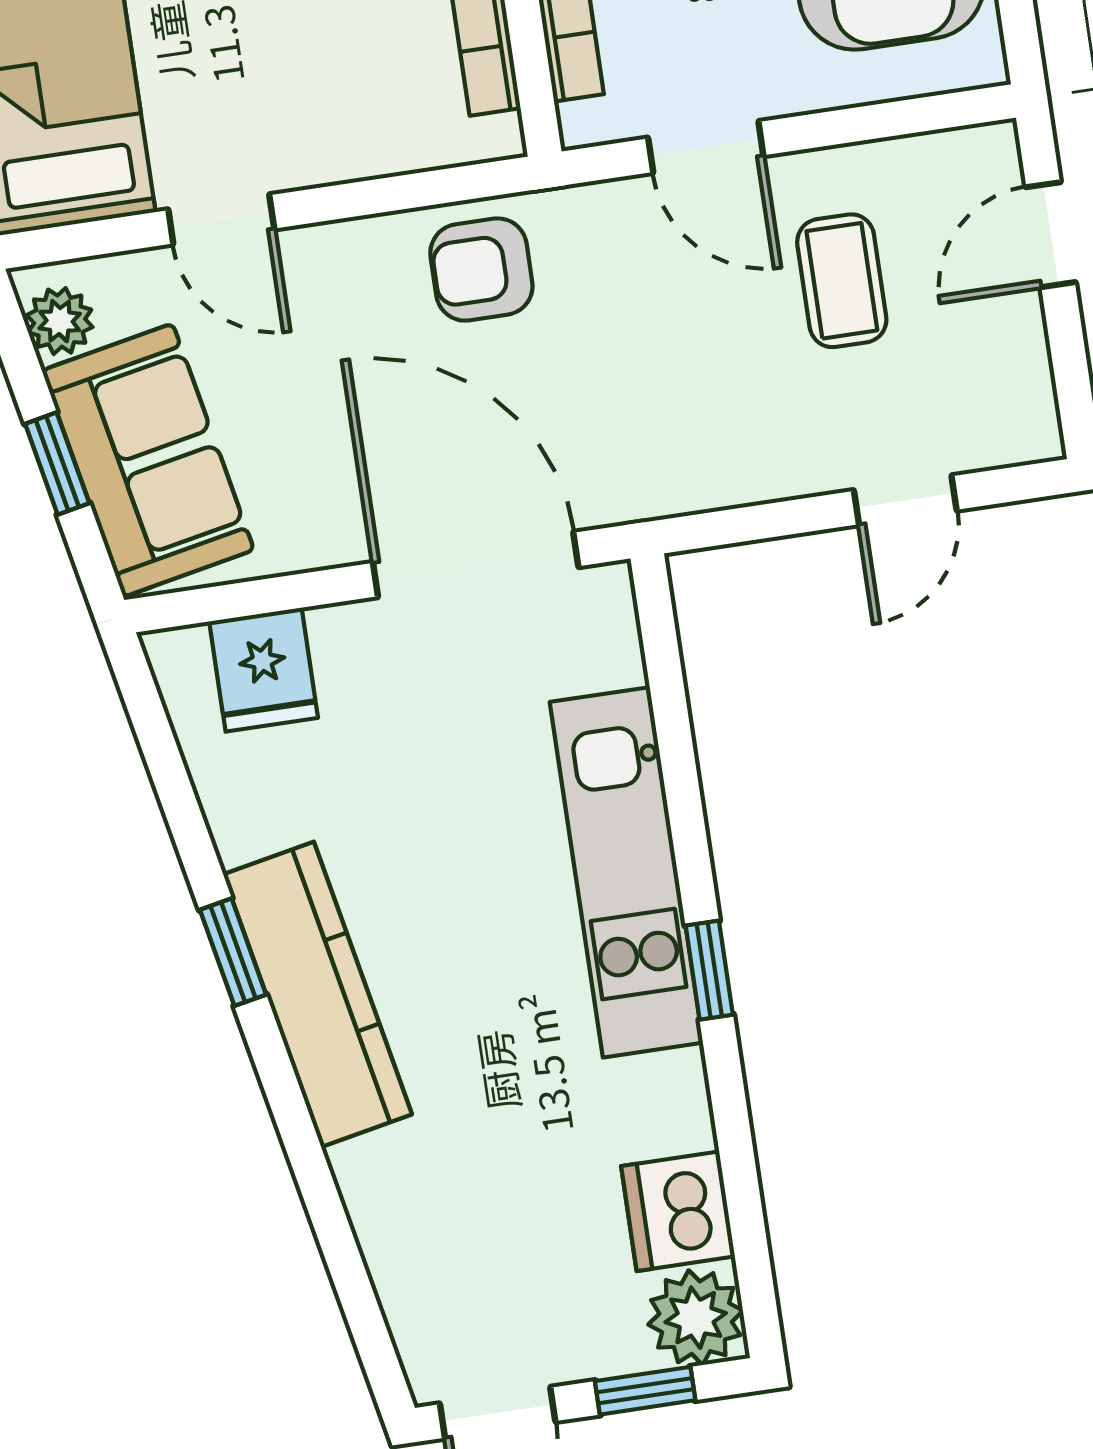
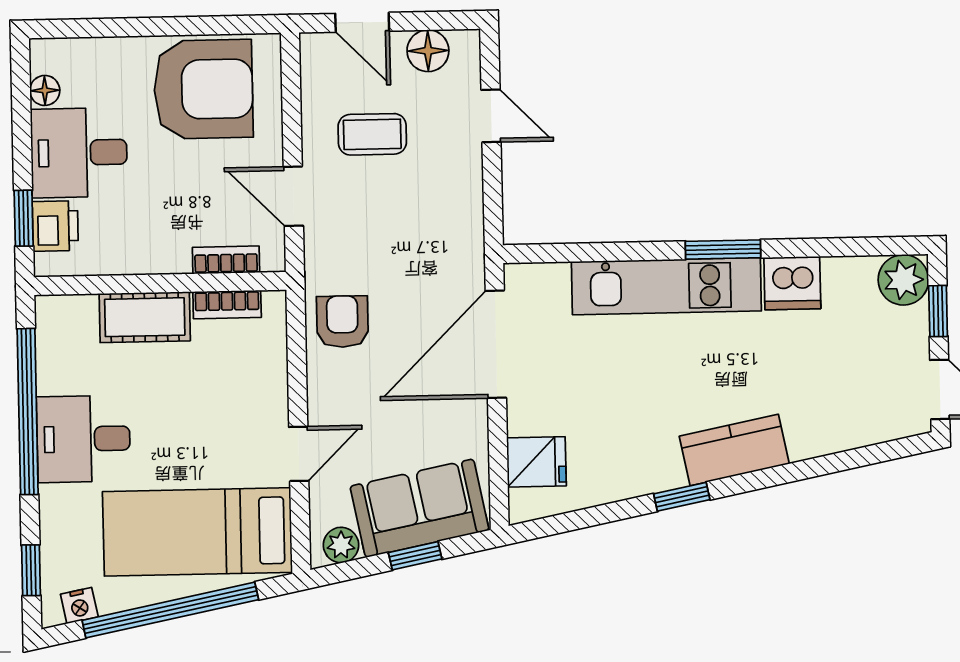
door: (706, 147) -> (293, 196), swing flipped
armchair: (481, 270) -> (342, 322), turned 180
floor lamp: (1013, 366) -> (428, 51), added
window: (709, 970) -> (723, 250), width x1.50
kitchen counter: (317, 994) -> (734, 450), width x0.67
dishwasher: (678, 1211) -> (792, 283), moved

